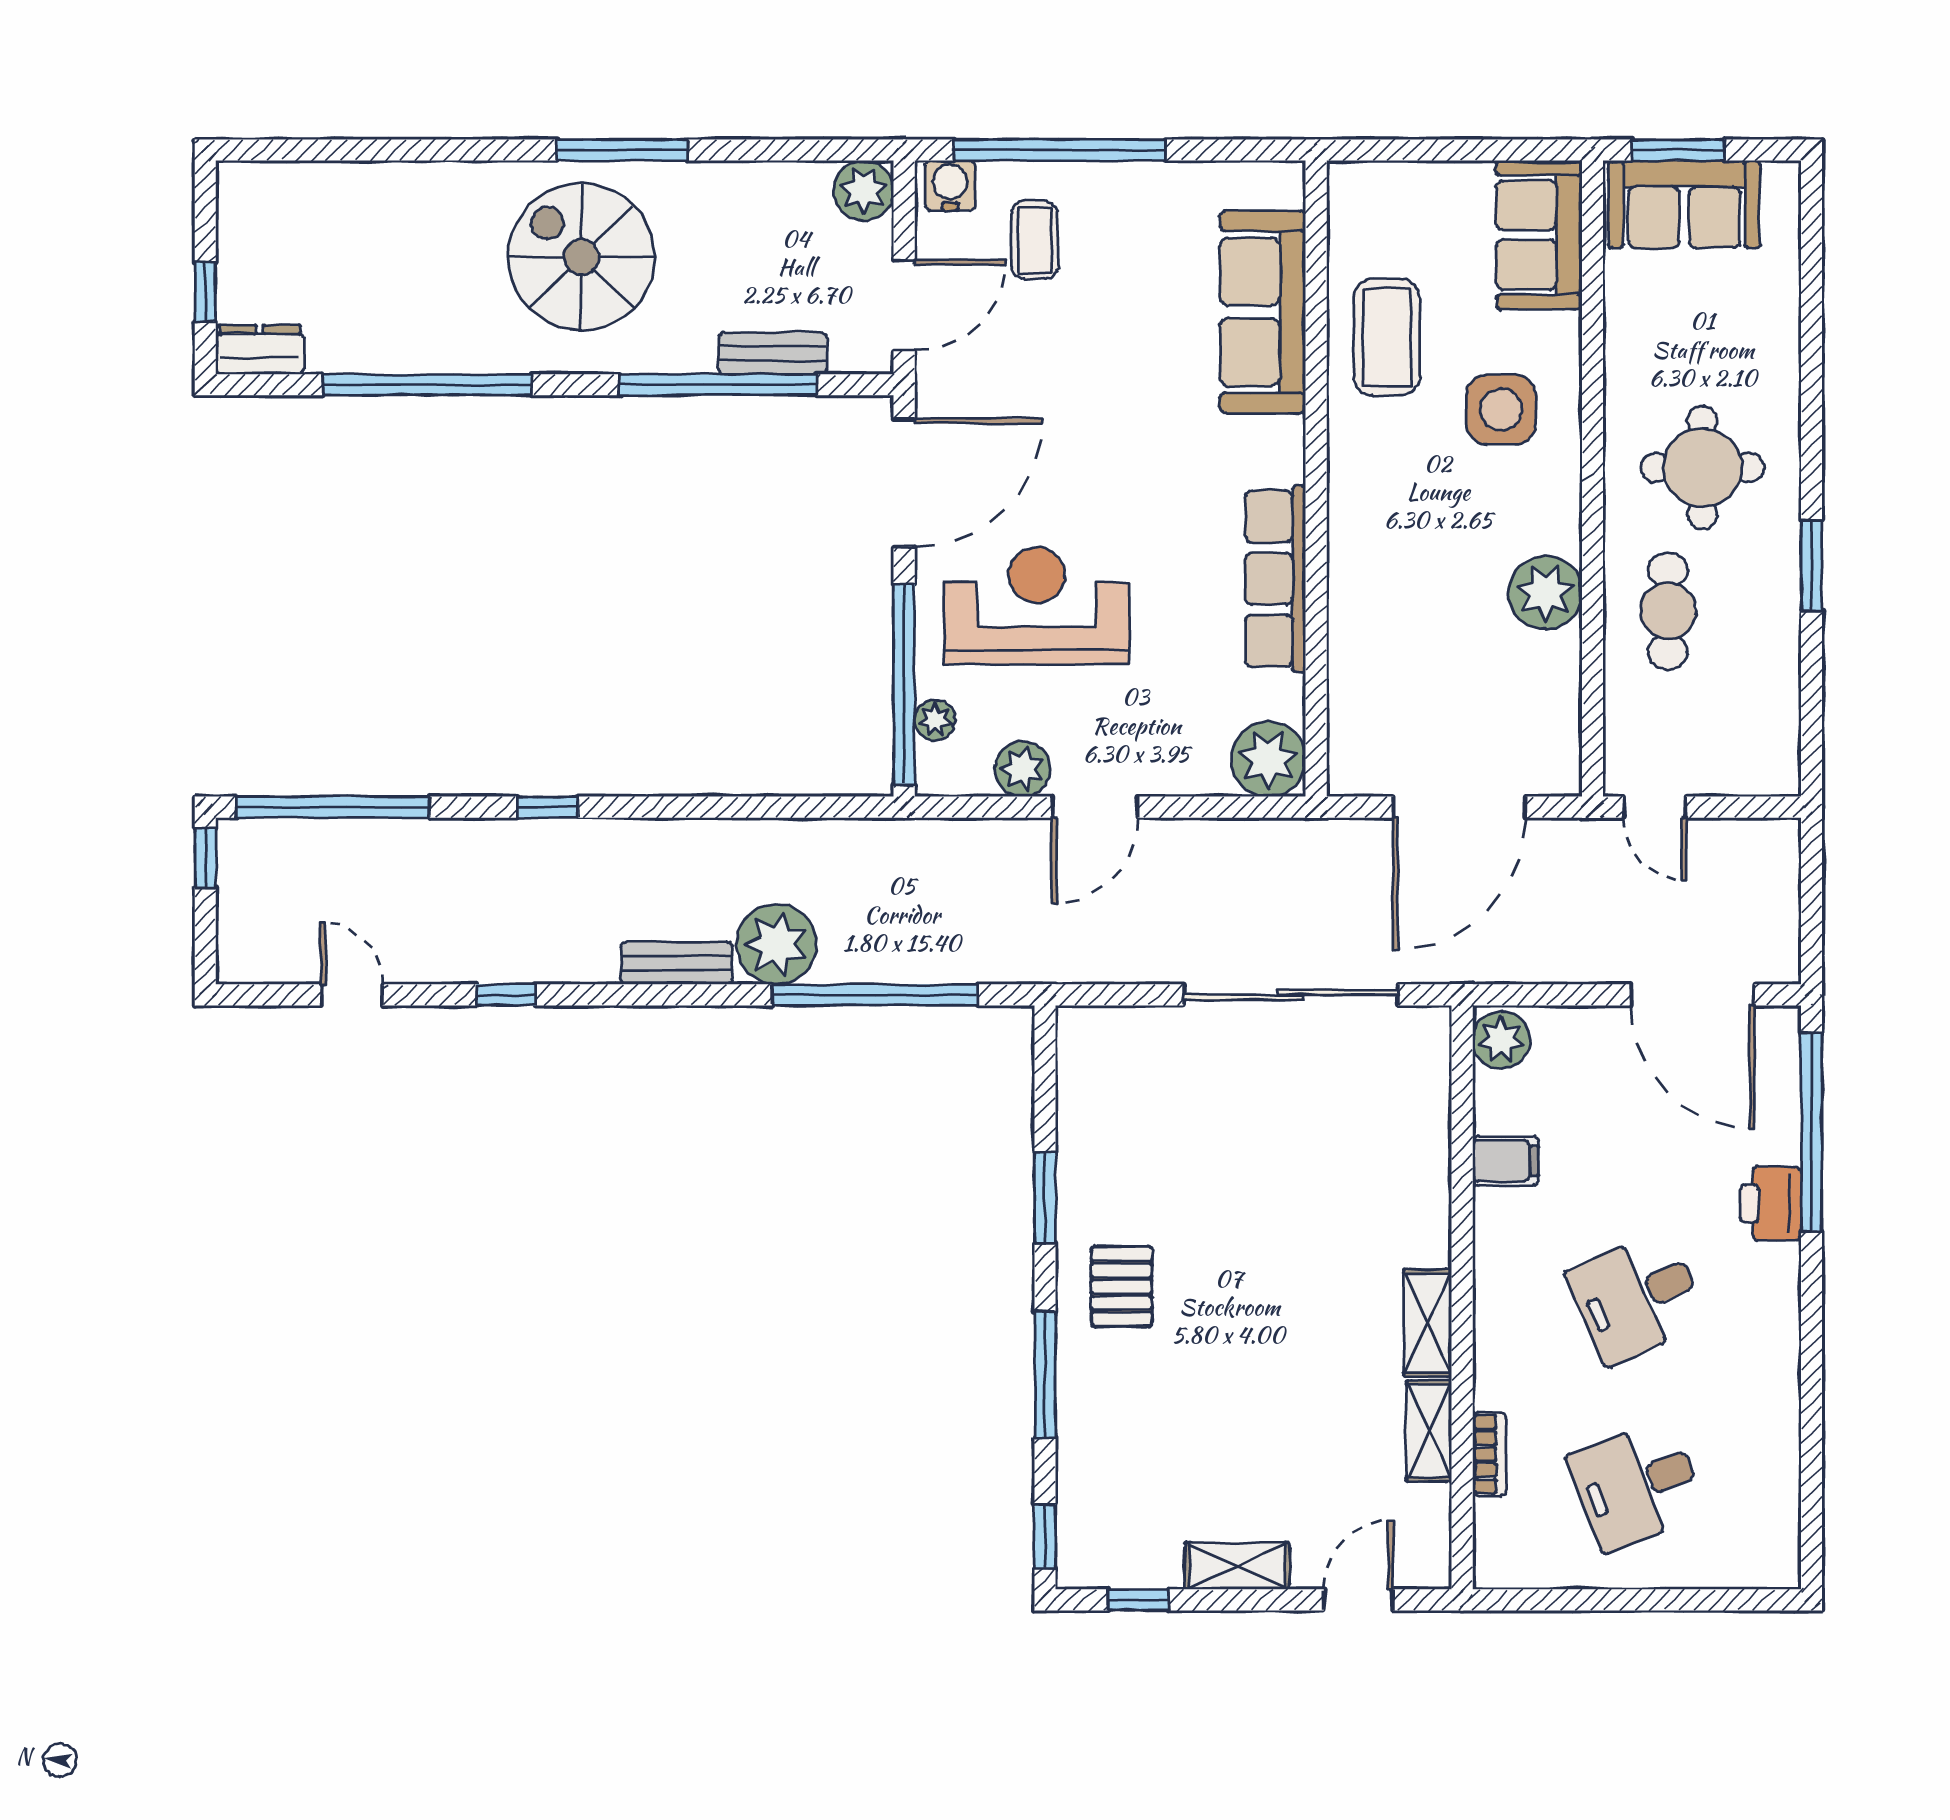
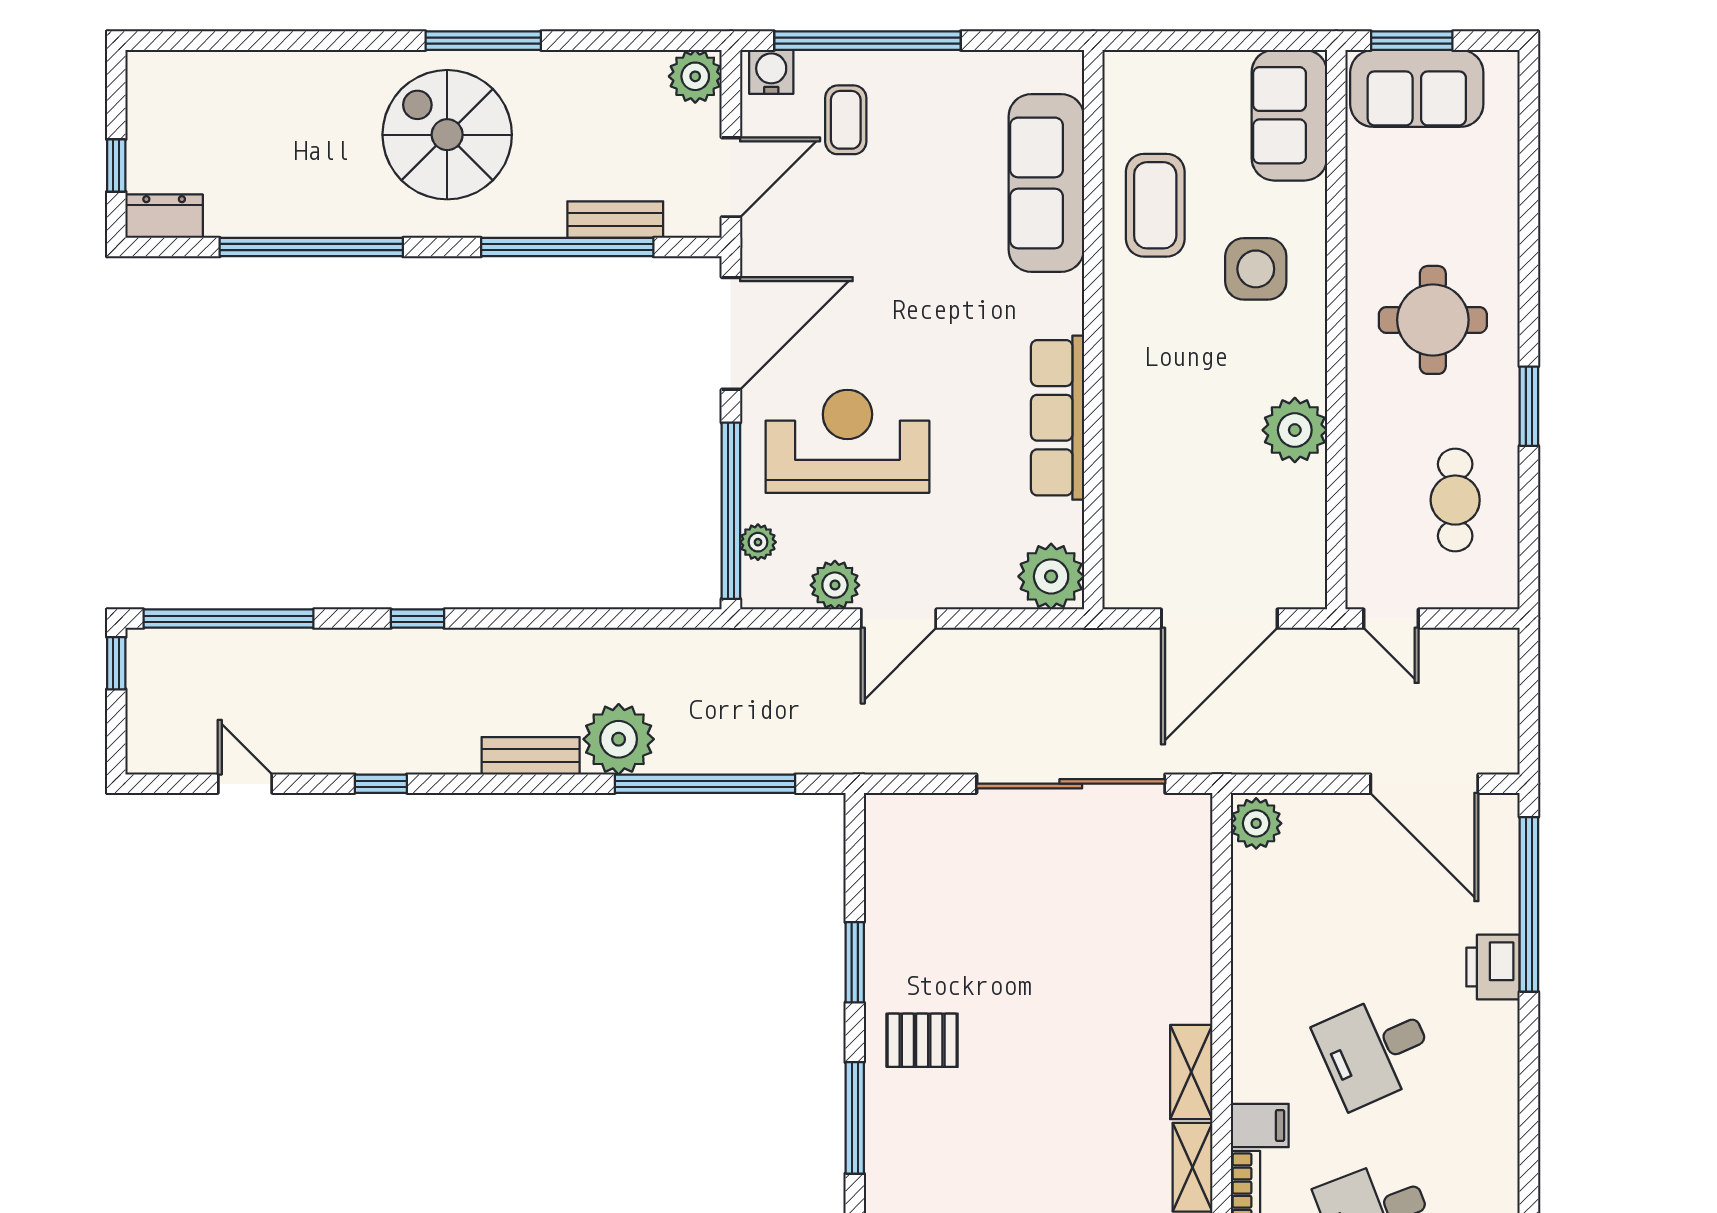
cafe table: (1668, 611) -> (1455, 500), moved
filing cabinet: (1506, 1161) -> (1260, 1125), moved
pallet: (1122, 1287) -> (922, 1040), turned 90

